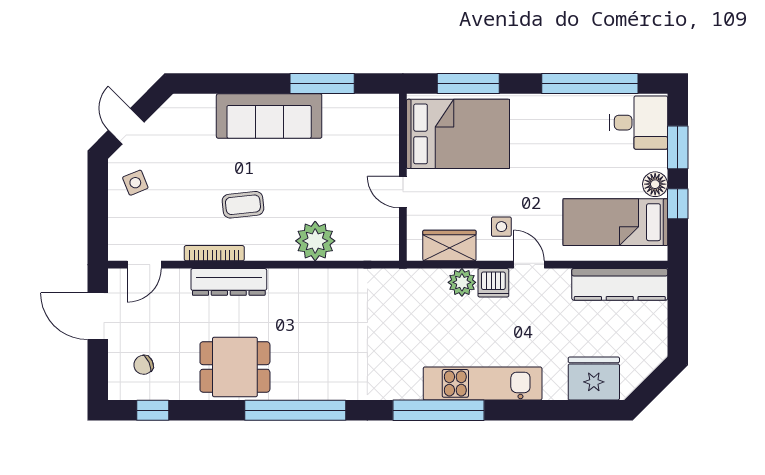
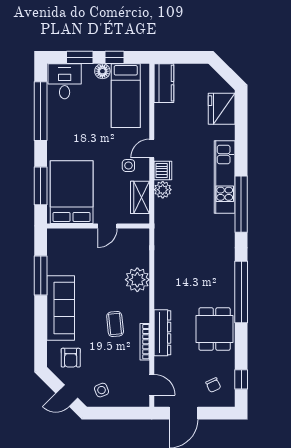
armchair: (188, 132) -> (71, 358), added
kitchen counter: (620, 284) -> (164, 83), width x0.67

